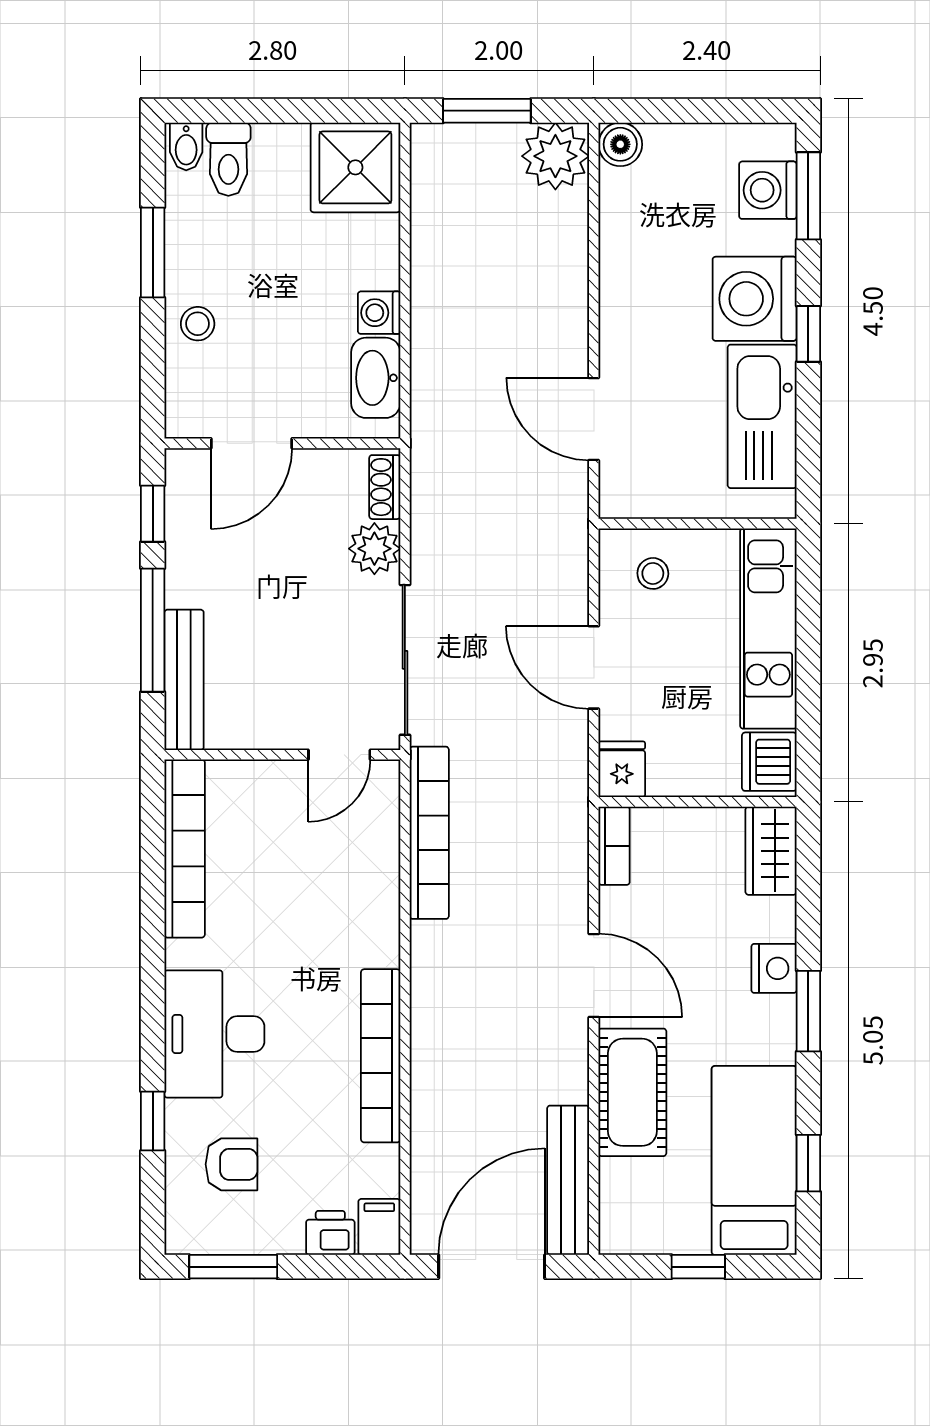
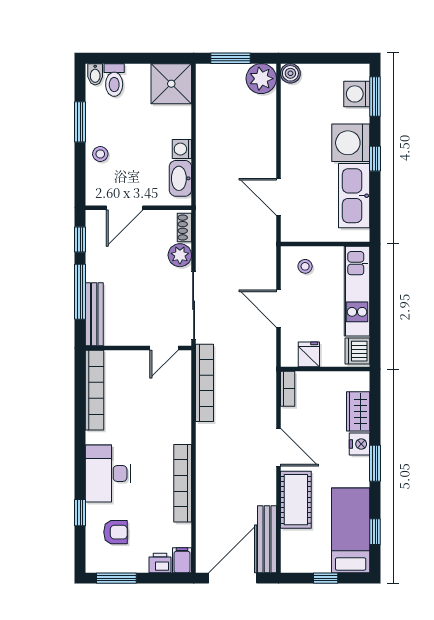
fridge: (622, 769) -> (309, 354), moved
wardrobe: (771, 851) -> (358, 411), moved

